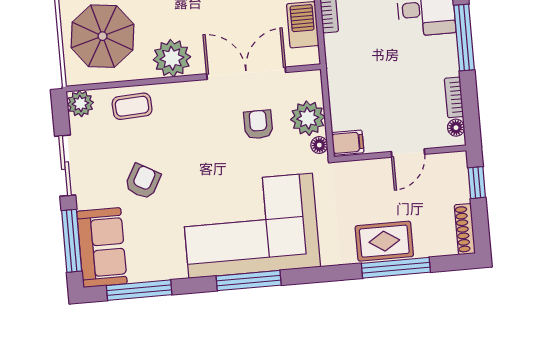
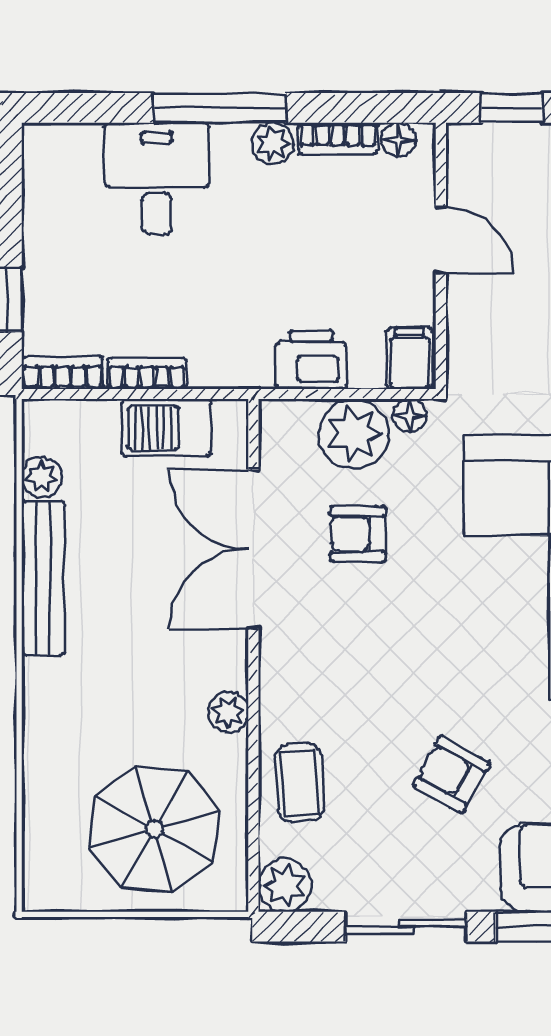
plant: (172, 58) -> (228, 712), width x0.53, depth x0.53
plant: (449, 65) -> (273, 144), added
printer: (343, 94) -> (311, 359), added

